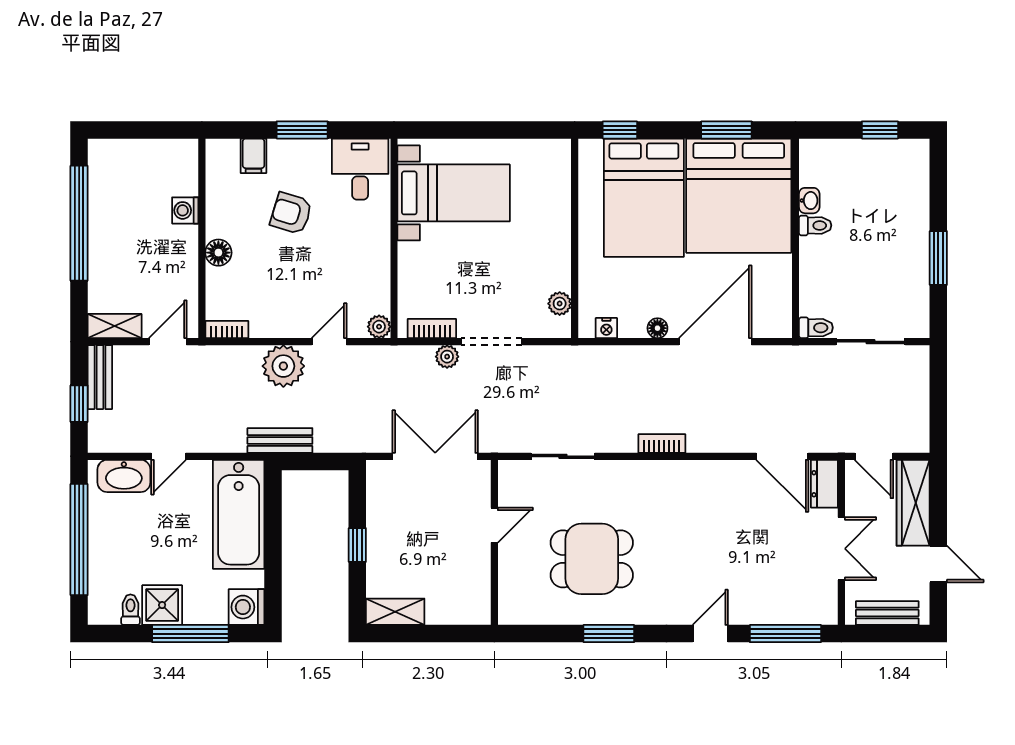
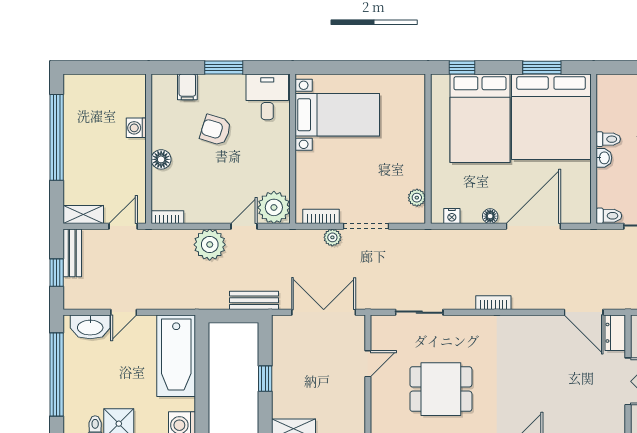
washbasin: (809, 201) -> (604, 158), moved
plant: (379, 327) -> (274, 207), width x1.88, depth x1.88
bench: (280, 440) -> (254, 300), moved

